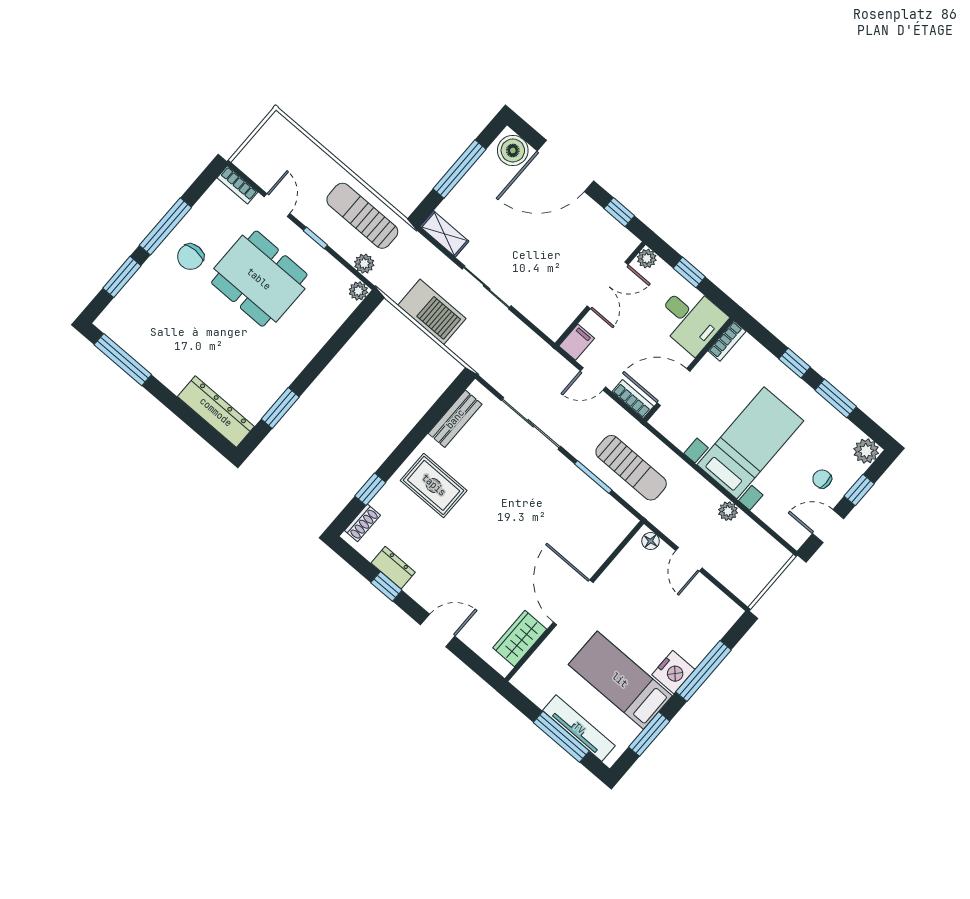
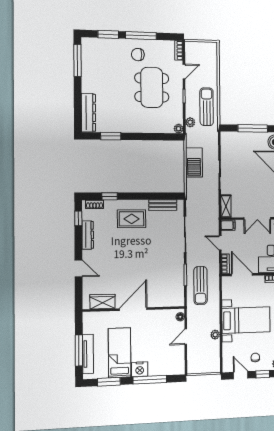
shelving: (444, 234) -> (226, 206), moved
rug: (434, 485) -> (132, 219), turned 90
dresser: (393, 568) -> (88, 235), width x1.44
window: (386, 586) -> (78, 218), moved

